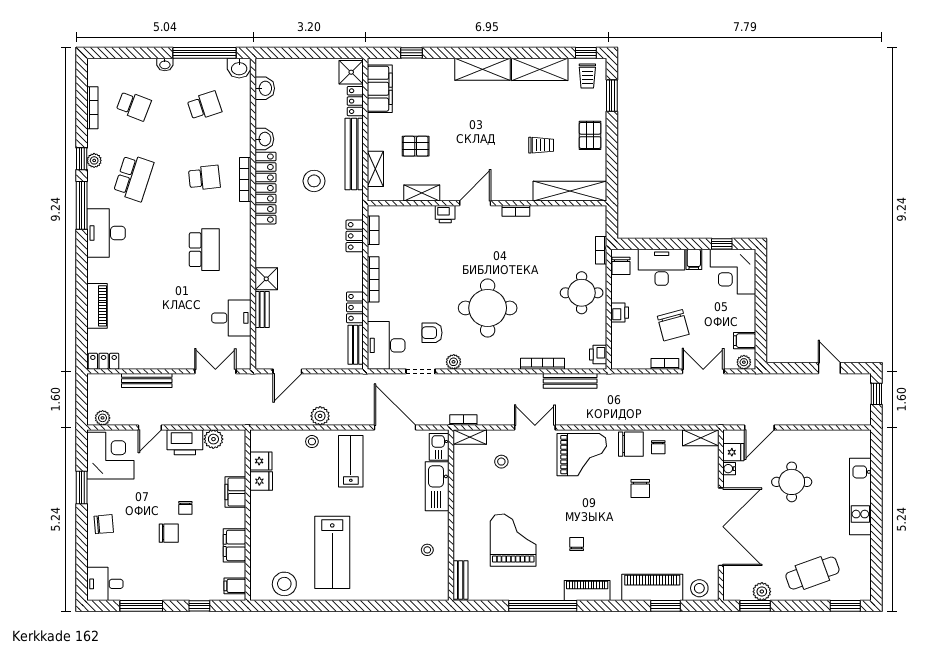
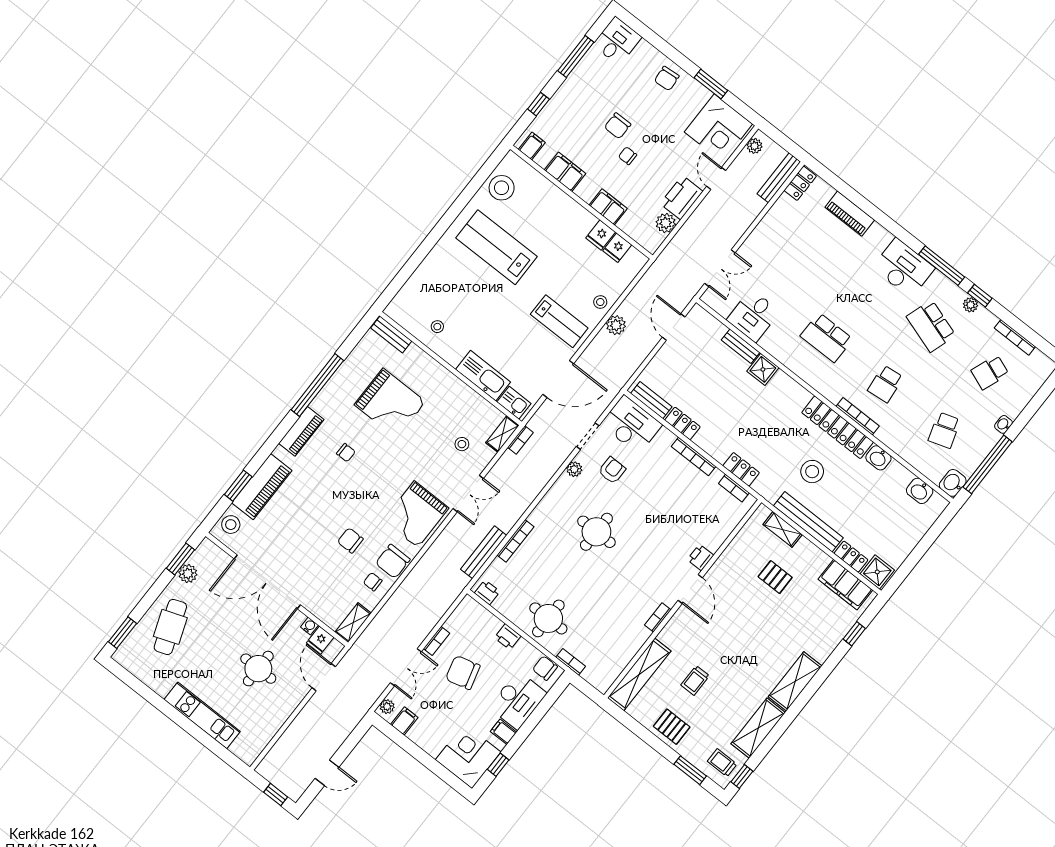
pallet: (416, 146) -> (775, 577), turned 90
shelving: (422, 193) -> (733, 552), removed
round table: (488, 308) -> (596, 532), width x0.73, depth x0.73
bench: (147, 381) -> (779, 178), moved

